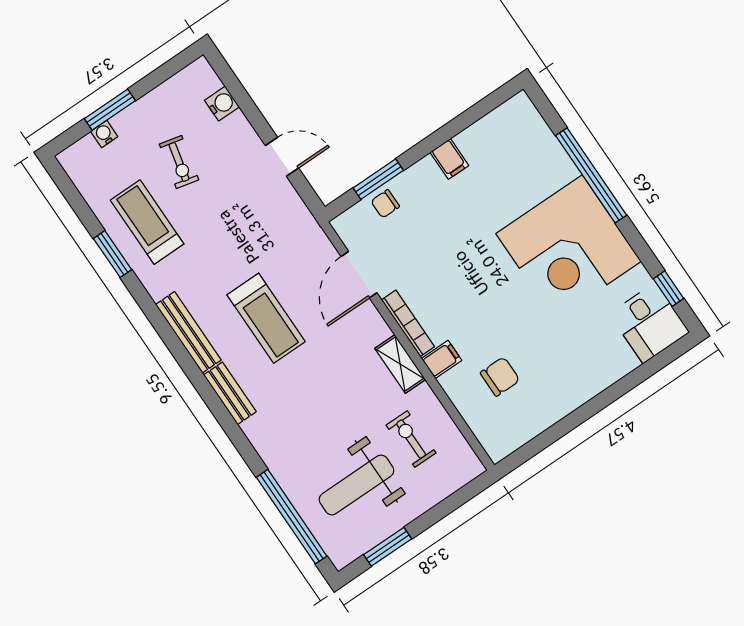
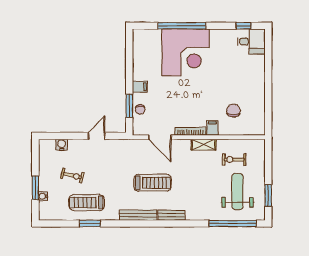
filing cabinet: (449, 159) -> (140, 87), moved
corner desk: (569, 248) -> (186, 52), moved
weight bench: (356, 485) -> (237, 191), turned 180

